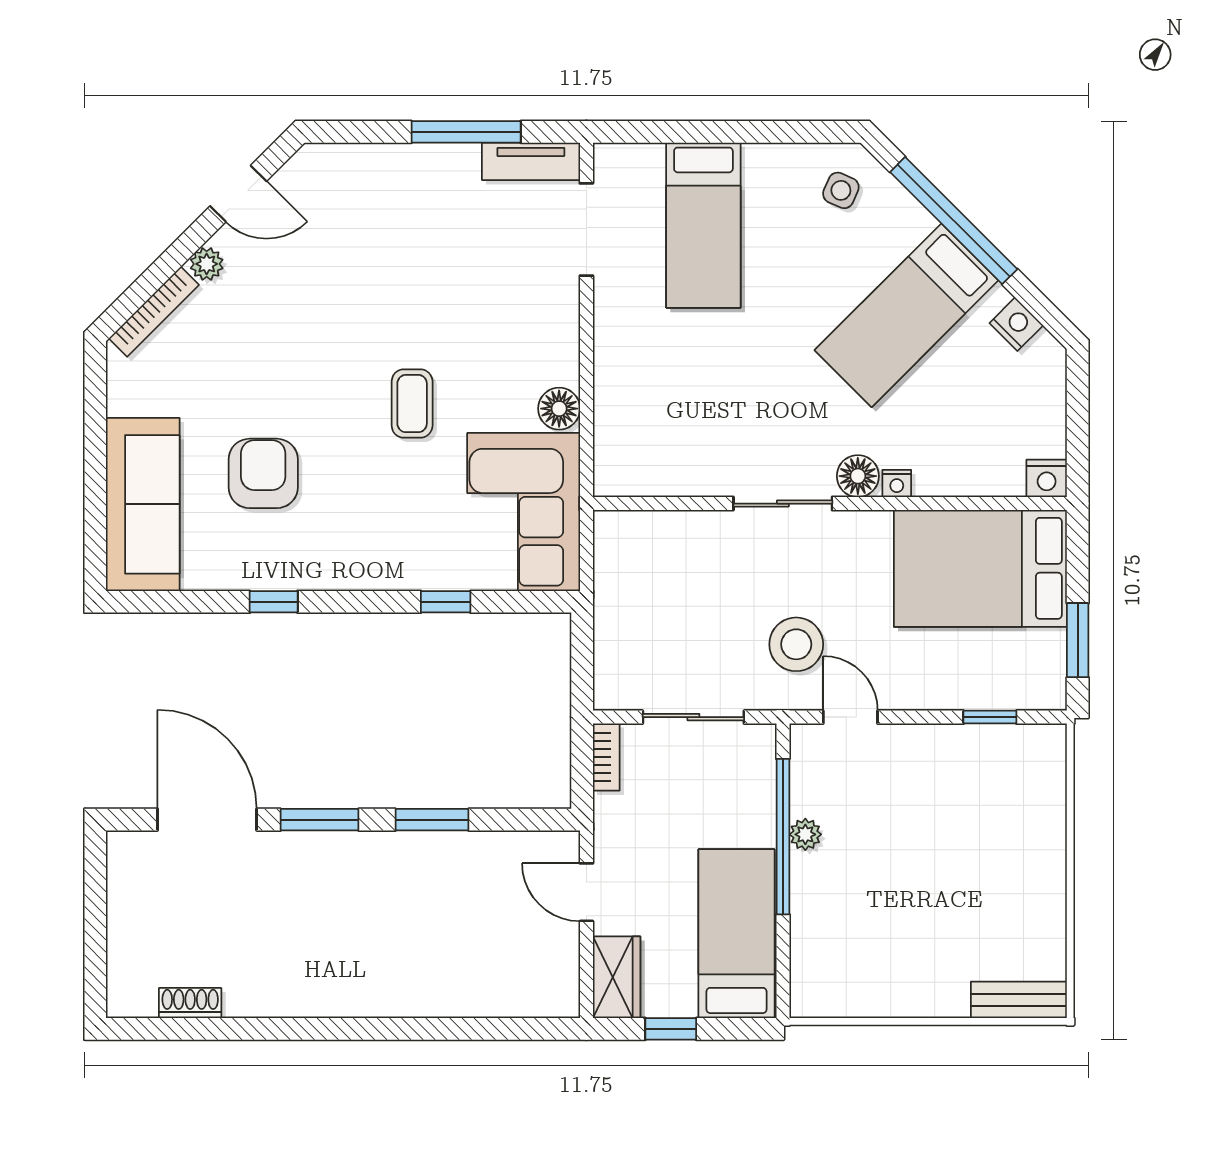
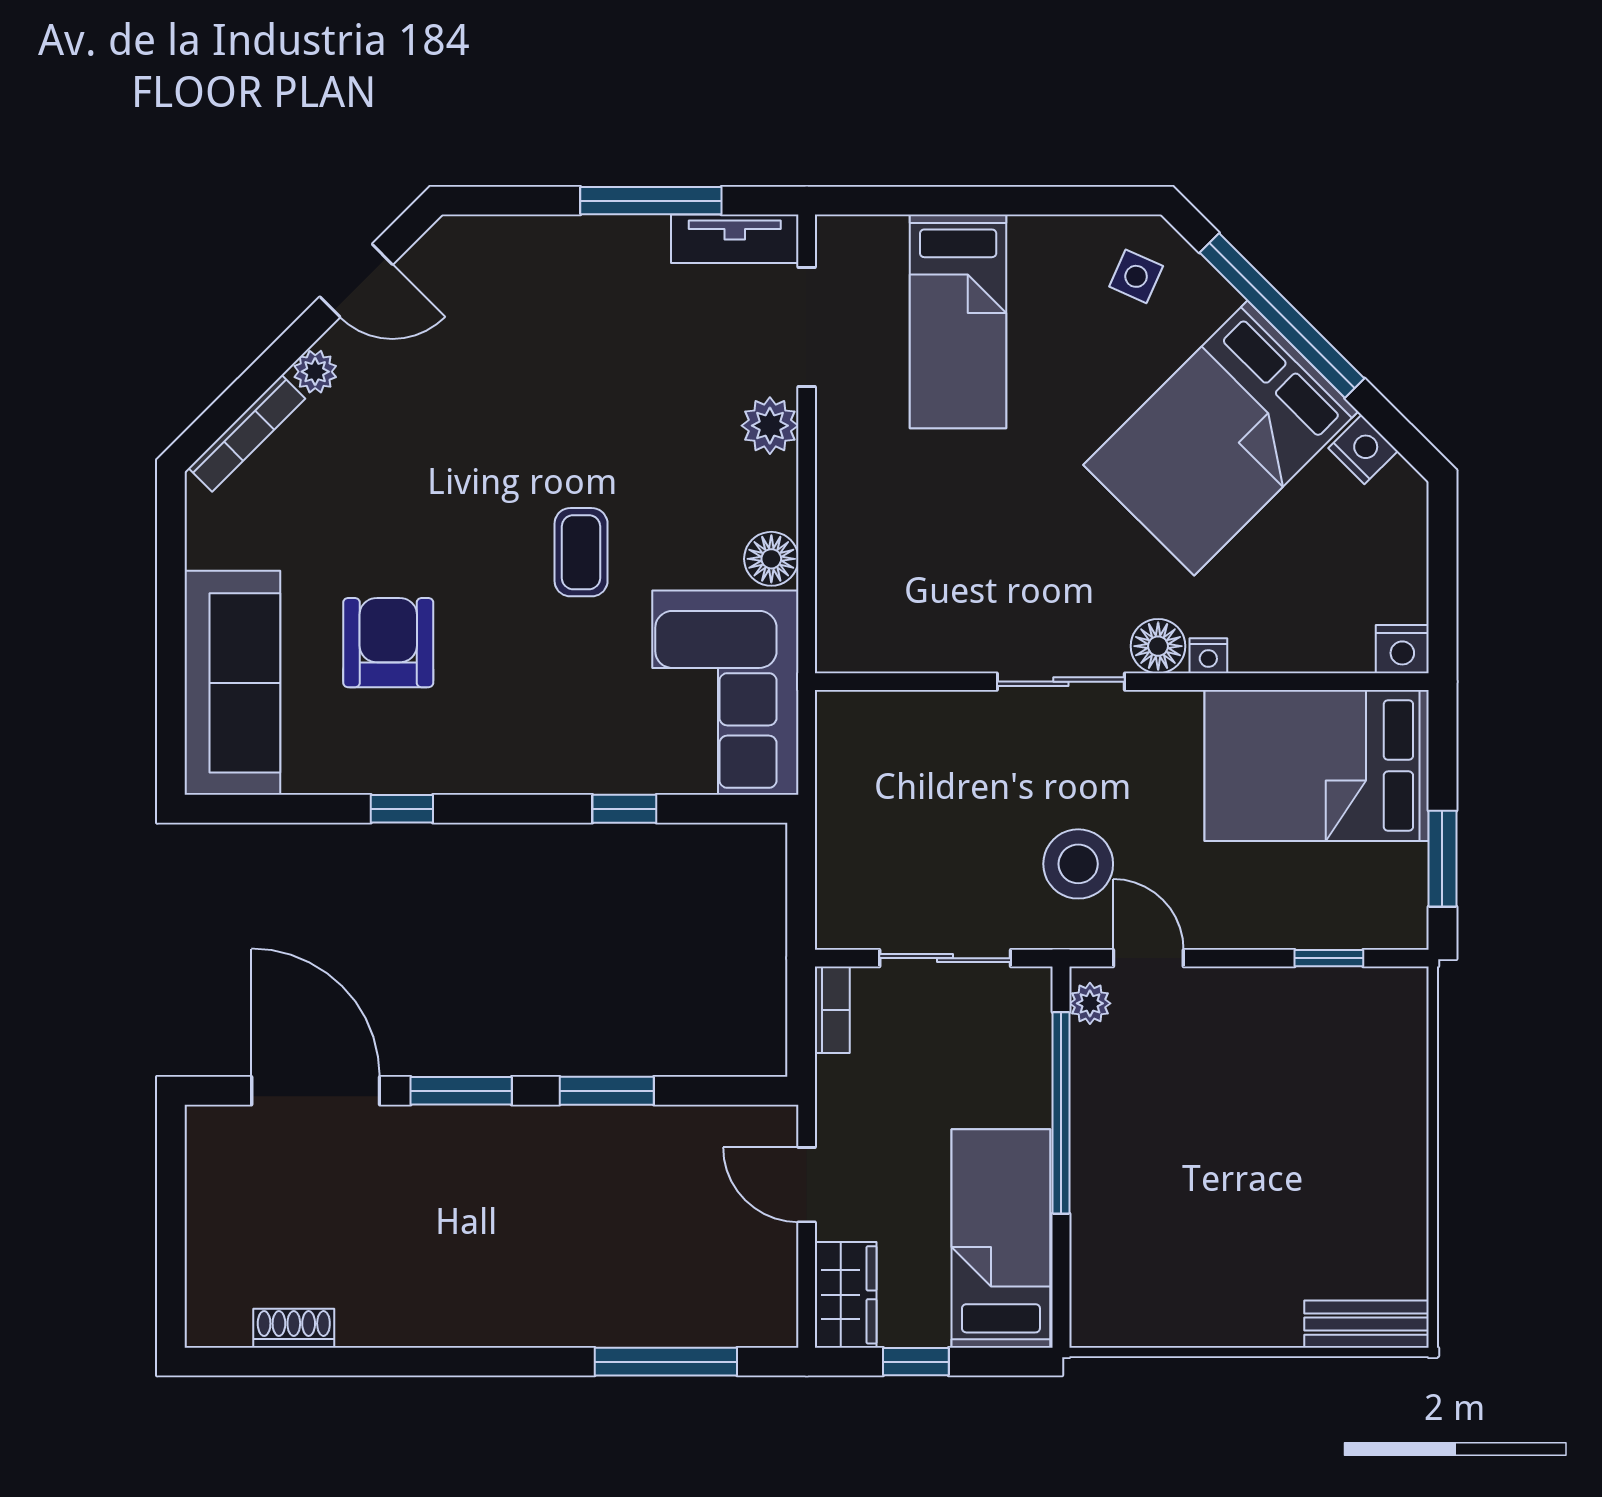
plant: (558, 306) -> (770, 426), added
bed: (906, 315) -> (1221, 438), width x1.50
plant: (805, 834) -> (1090, 1003), moved
window: (478, 1029) -> (666, 1362), added

